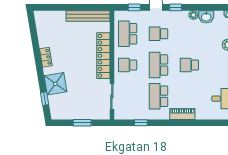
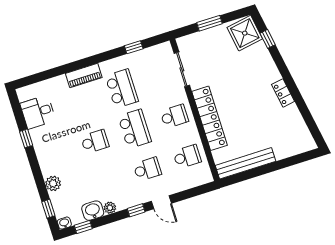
window: (134, 7) -> (83, 227), moved
school desk: (128, 34) -> (187, 157), width x0.54
shower: (55, 84) -> (245, 33), moved

